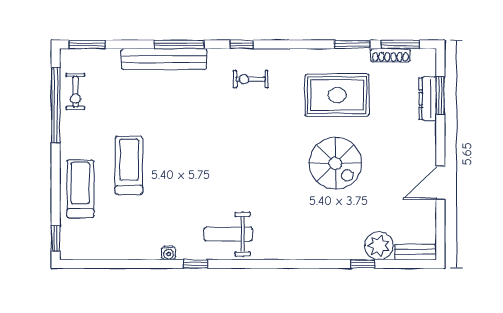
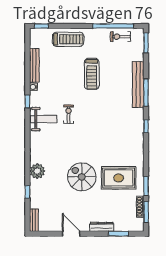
exercise bike: (251, 79) -> (69, 114), moved
rug: (337, 95) -> (119, 178), turned 90
dresser: (428, 99) -> (102, 227), moved
spiral stairs: (335, 163) -> (82, 177), turned 90
treadmill: (129, 165) -> (92, 74), moved, turned 90
weight bench: (228, 234) -> (44, 119), turned 90
plant: (379, 246) -> (37, 171), moved
bench: (129, 251) -> (34, 65), added

